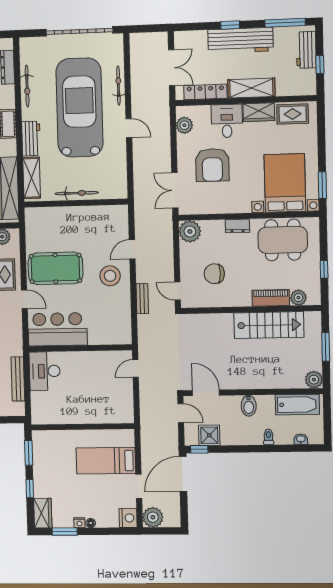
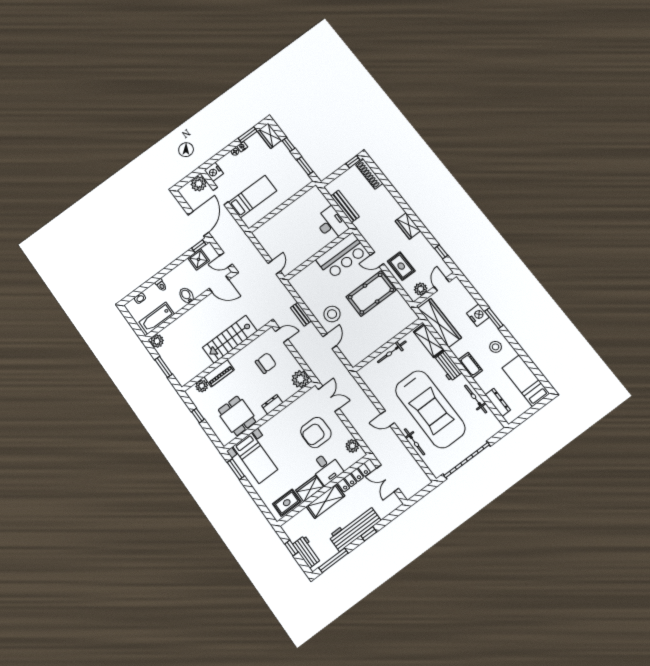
armchair: (212, 165) -> (316, 433), turned -90
bed with nightstands: (285, 183) -> (255, 458), width x0.73
dining table: (283, 240) -> (237, 416), width x0.73
stairs: (269, 325) -> (230, 339), moved

